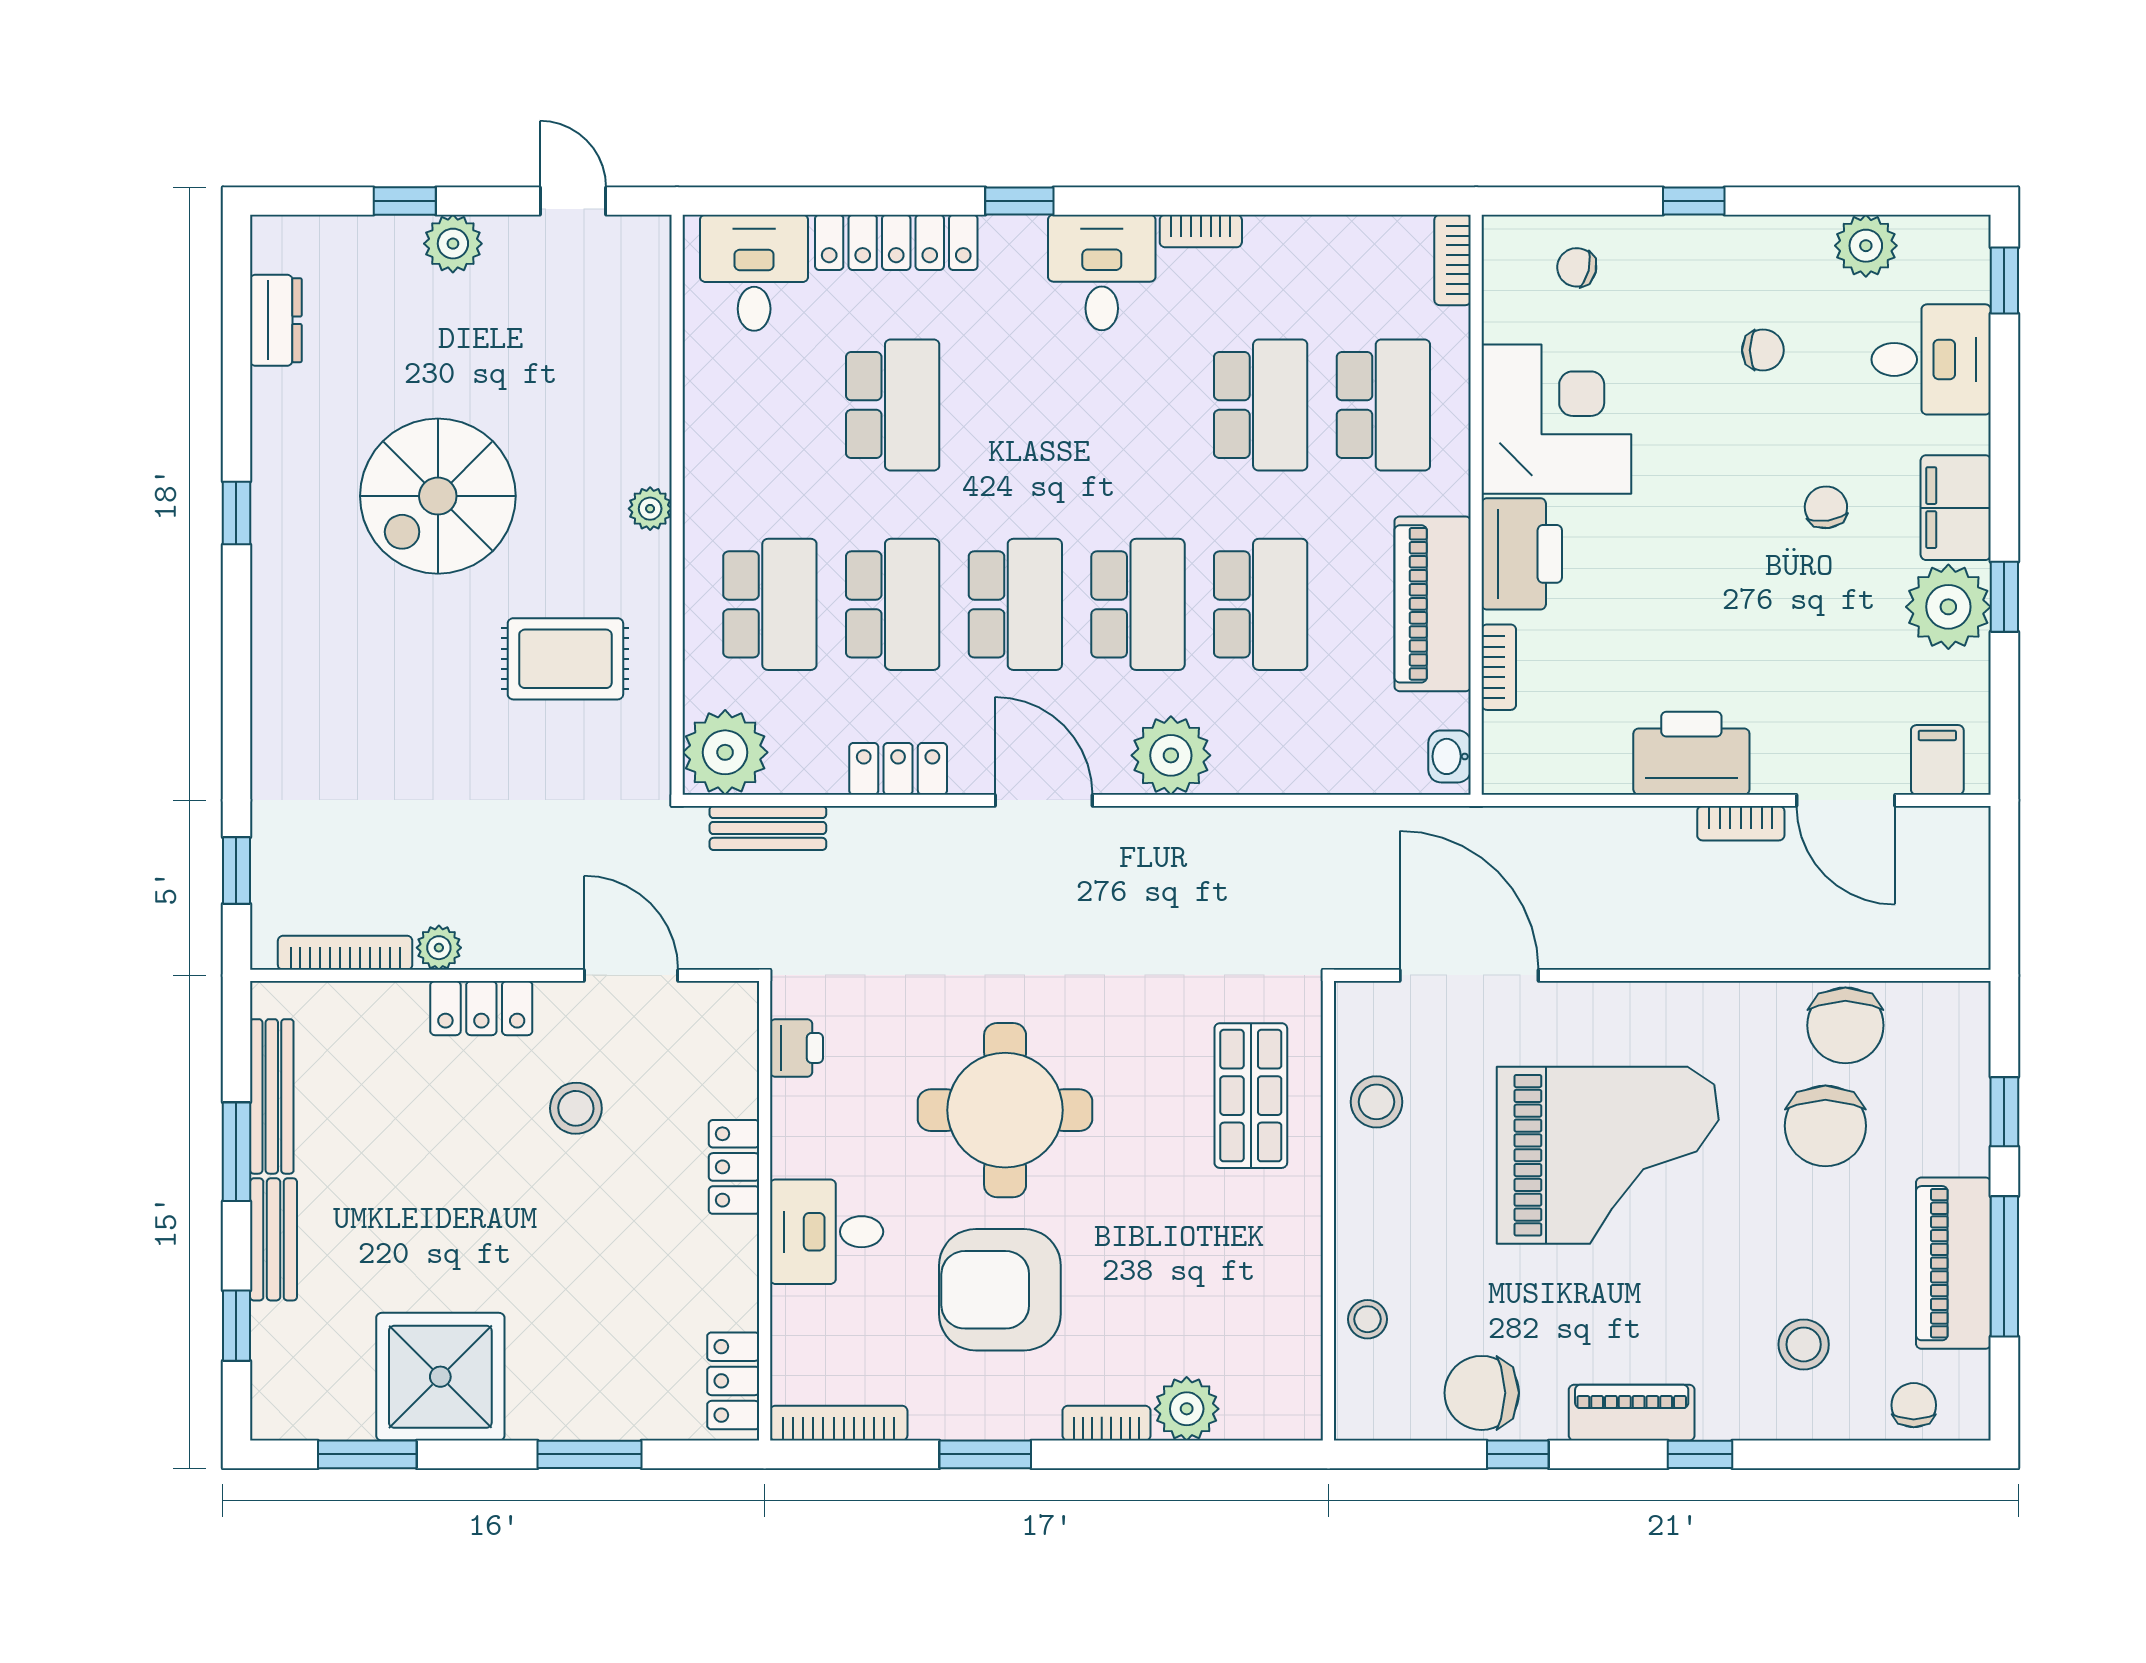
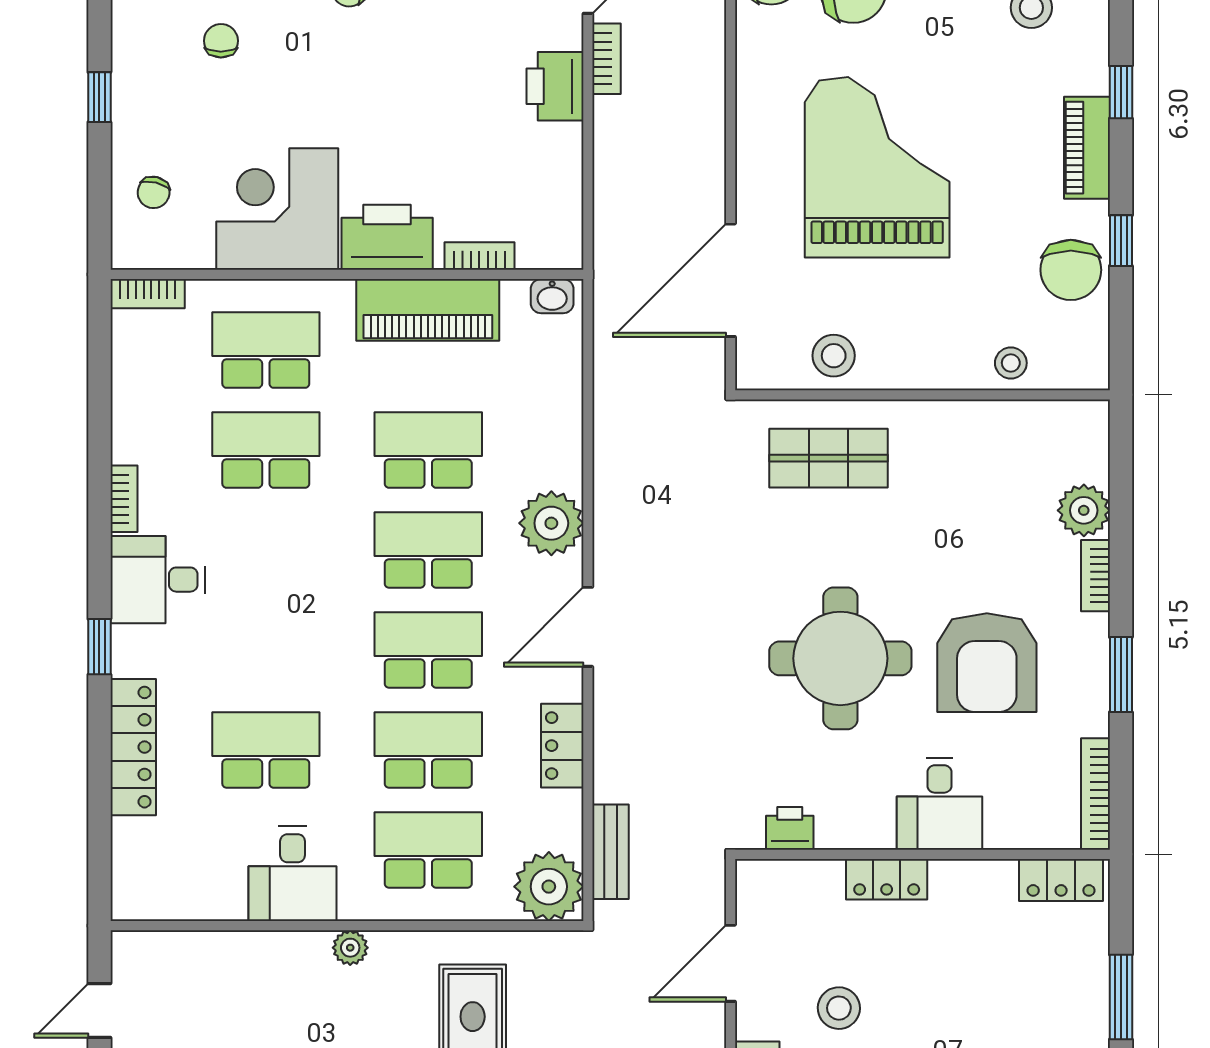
desk: (754, 273) -> (293, 874), moved, turned -90
printer: (1691, 753) -> (555, 86), width x0.73, depth x0.84

